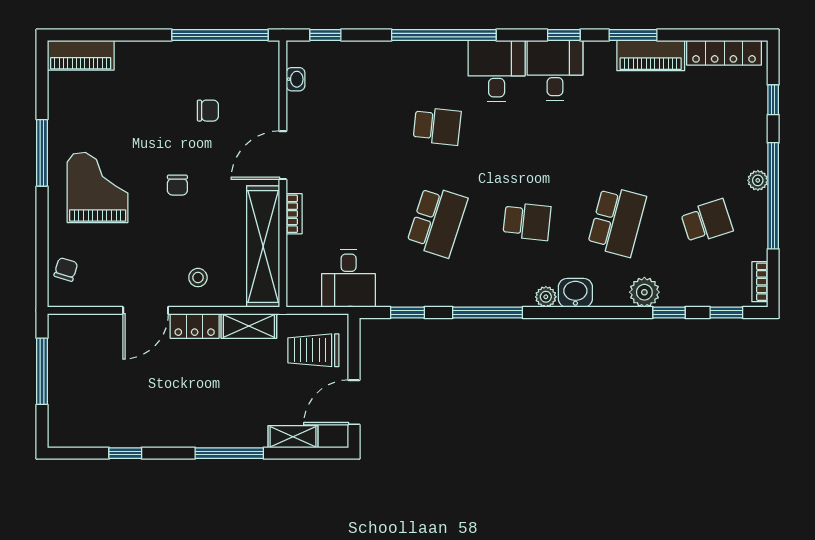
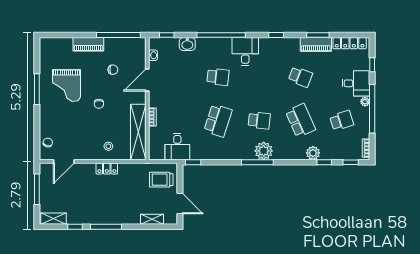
window: (633, 35) -> (318, 35), moved
piano: (81, 55) -> (88, 44), moved
desk: (555, 70) -> (356, 83), moved, turned 90
school desk: (617, 126) -> (300, 77), added
door: (283, 155) -> (147, 80), moved
grand piano: (98, 188) -> (67, 85), moved, turned 180
school desk: (617, 221) -> (300, 121), turned -39
washbasin: (575, 293) -> (187, 44), moved, turned 180
plant: (546, 297) -> (264, 151), width x1.87, depth x1.87
door: (146, 310) -> (64, 161), moved
window: (407, 313) -> (193, 162), moved
window: (488, 313) -> (257, 162), moved
shelving: (249, 326) -> (54, 219), moved
door: (354, 402) -> (180, 203), swing flipped
window: (229, 453) -> (106, 227), moved

